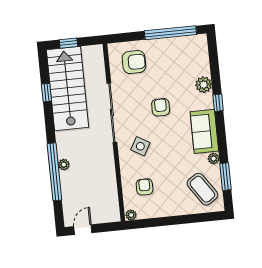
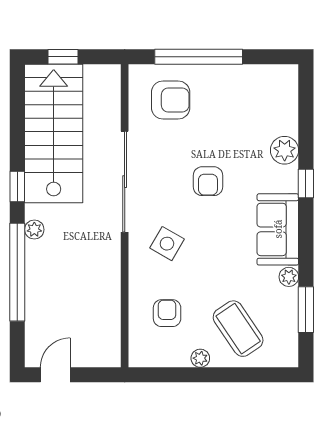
window: (170, 33) -> (199, 57), moved
window: (46, 93) -> (17, 187), moved
armchair: (161, 107) -> (208, 181), turned 180
plant: (64, 165) -> (34, 230), moved
coffee table: (202, 189) -> (238, 329), moved
plant: (131, 215) -> (200, 358), moved

